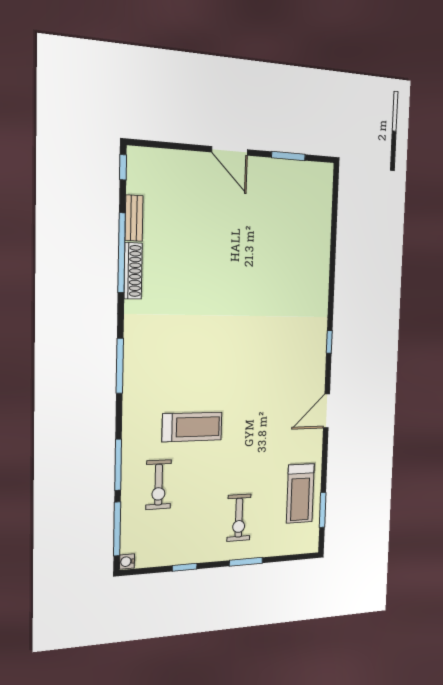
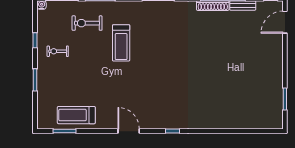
door: (230, 151) -> (285, 22), moved
exercise bike: (239, 518) -> (58, 51), moved, width x0.73, depth x0.72

